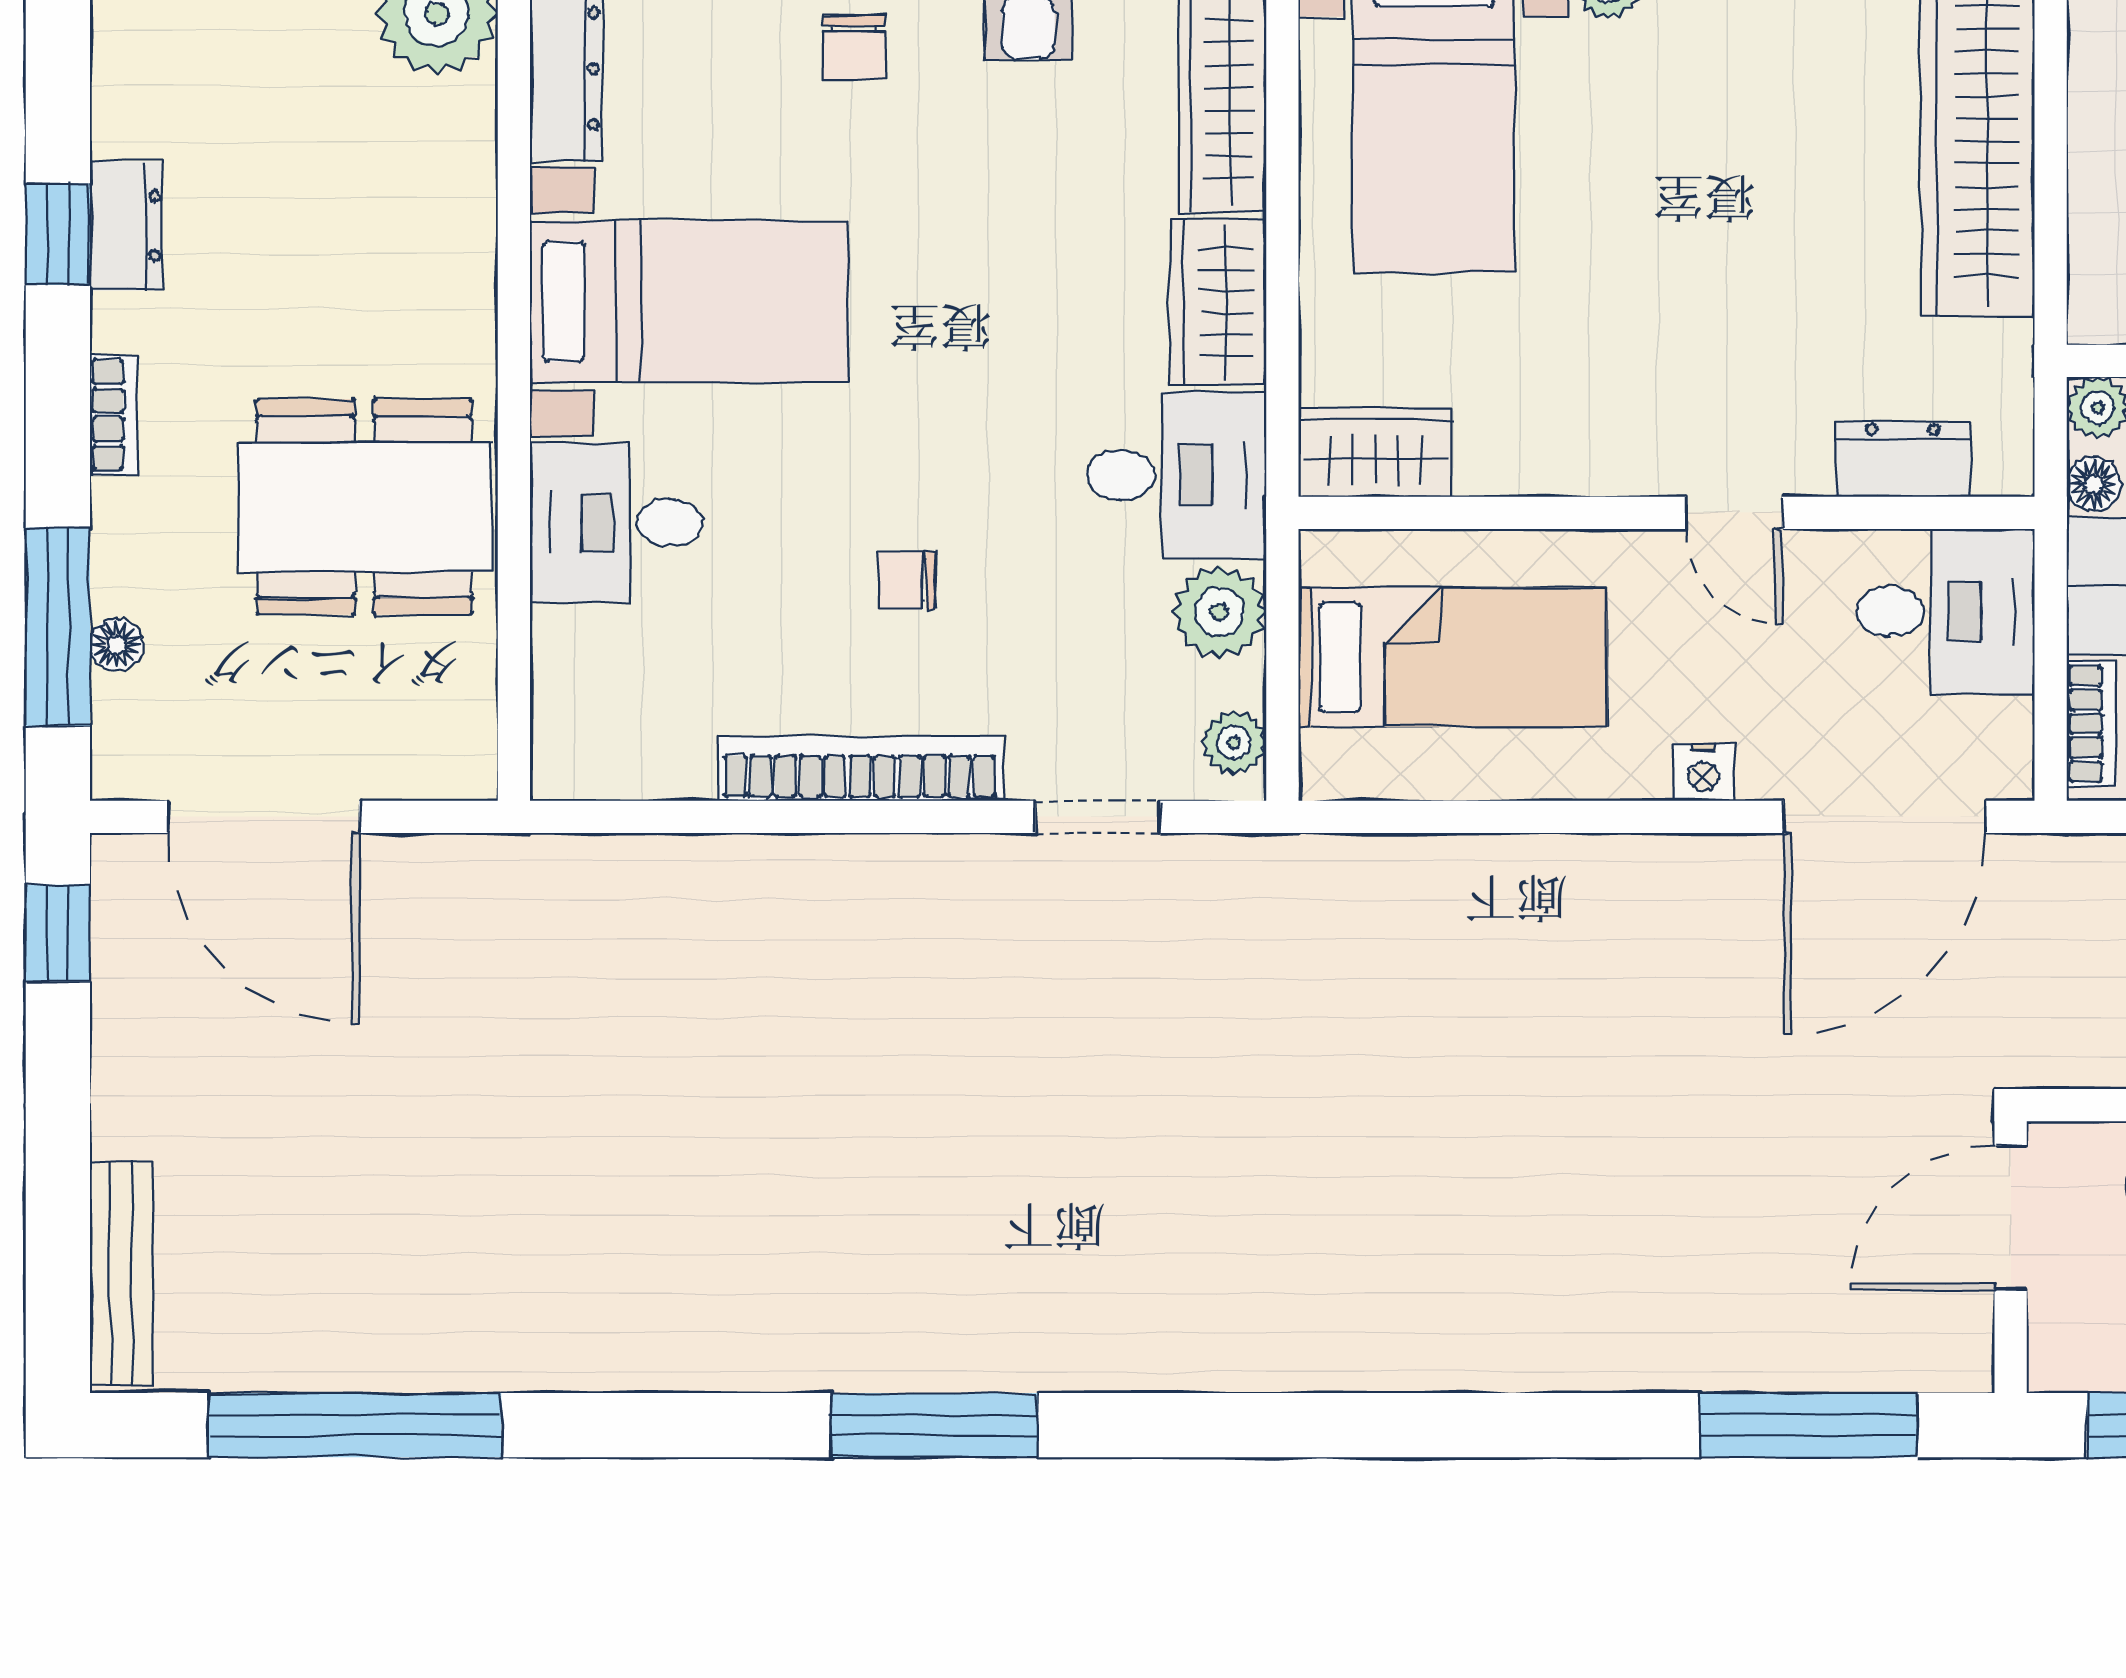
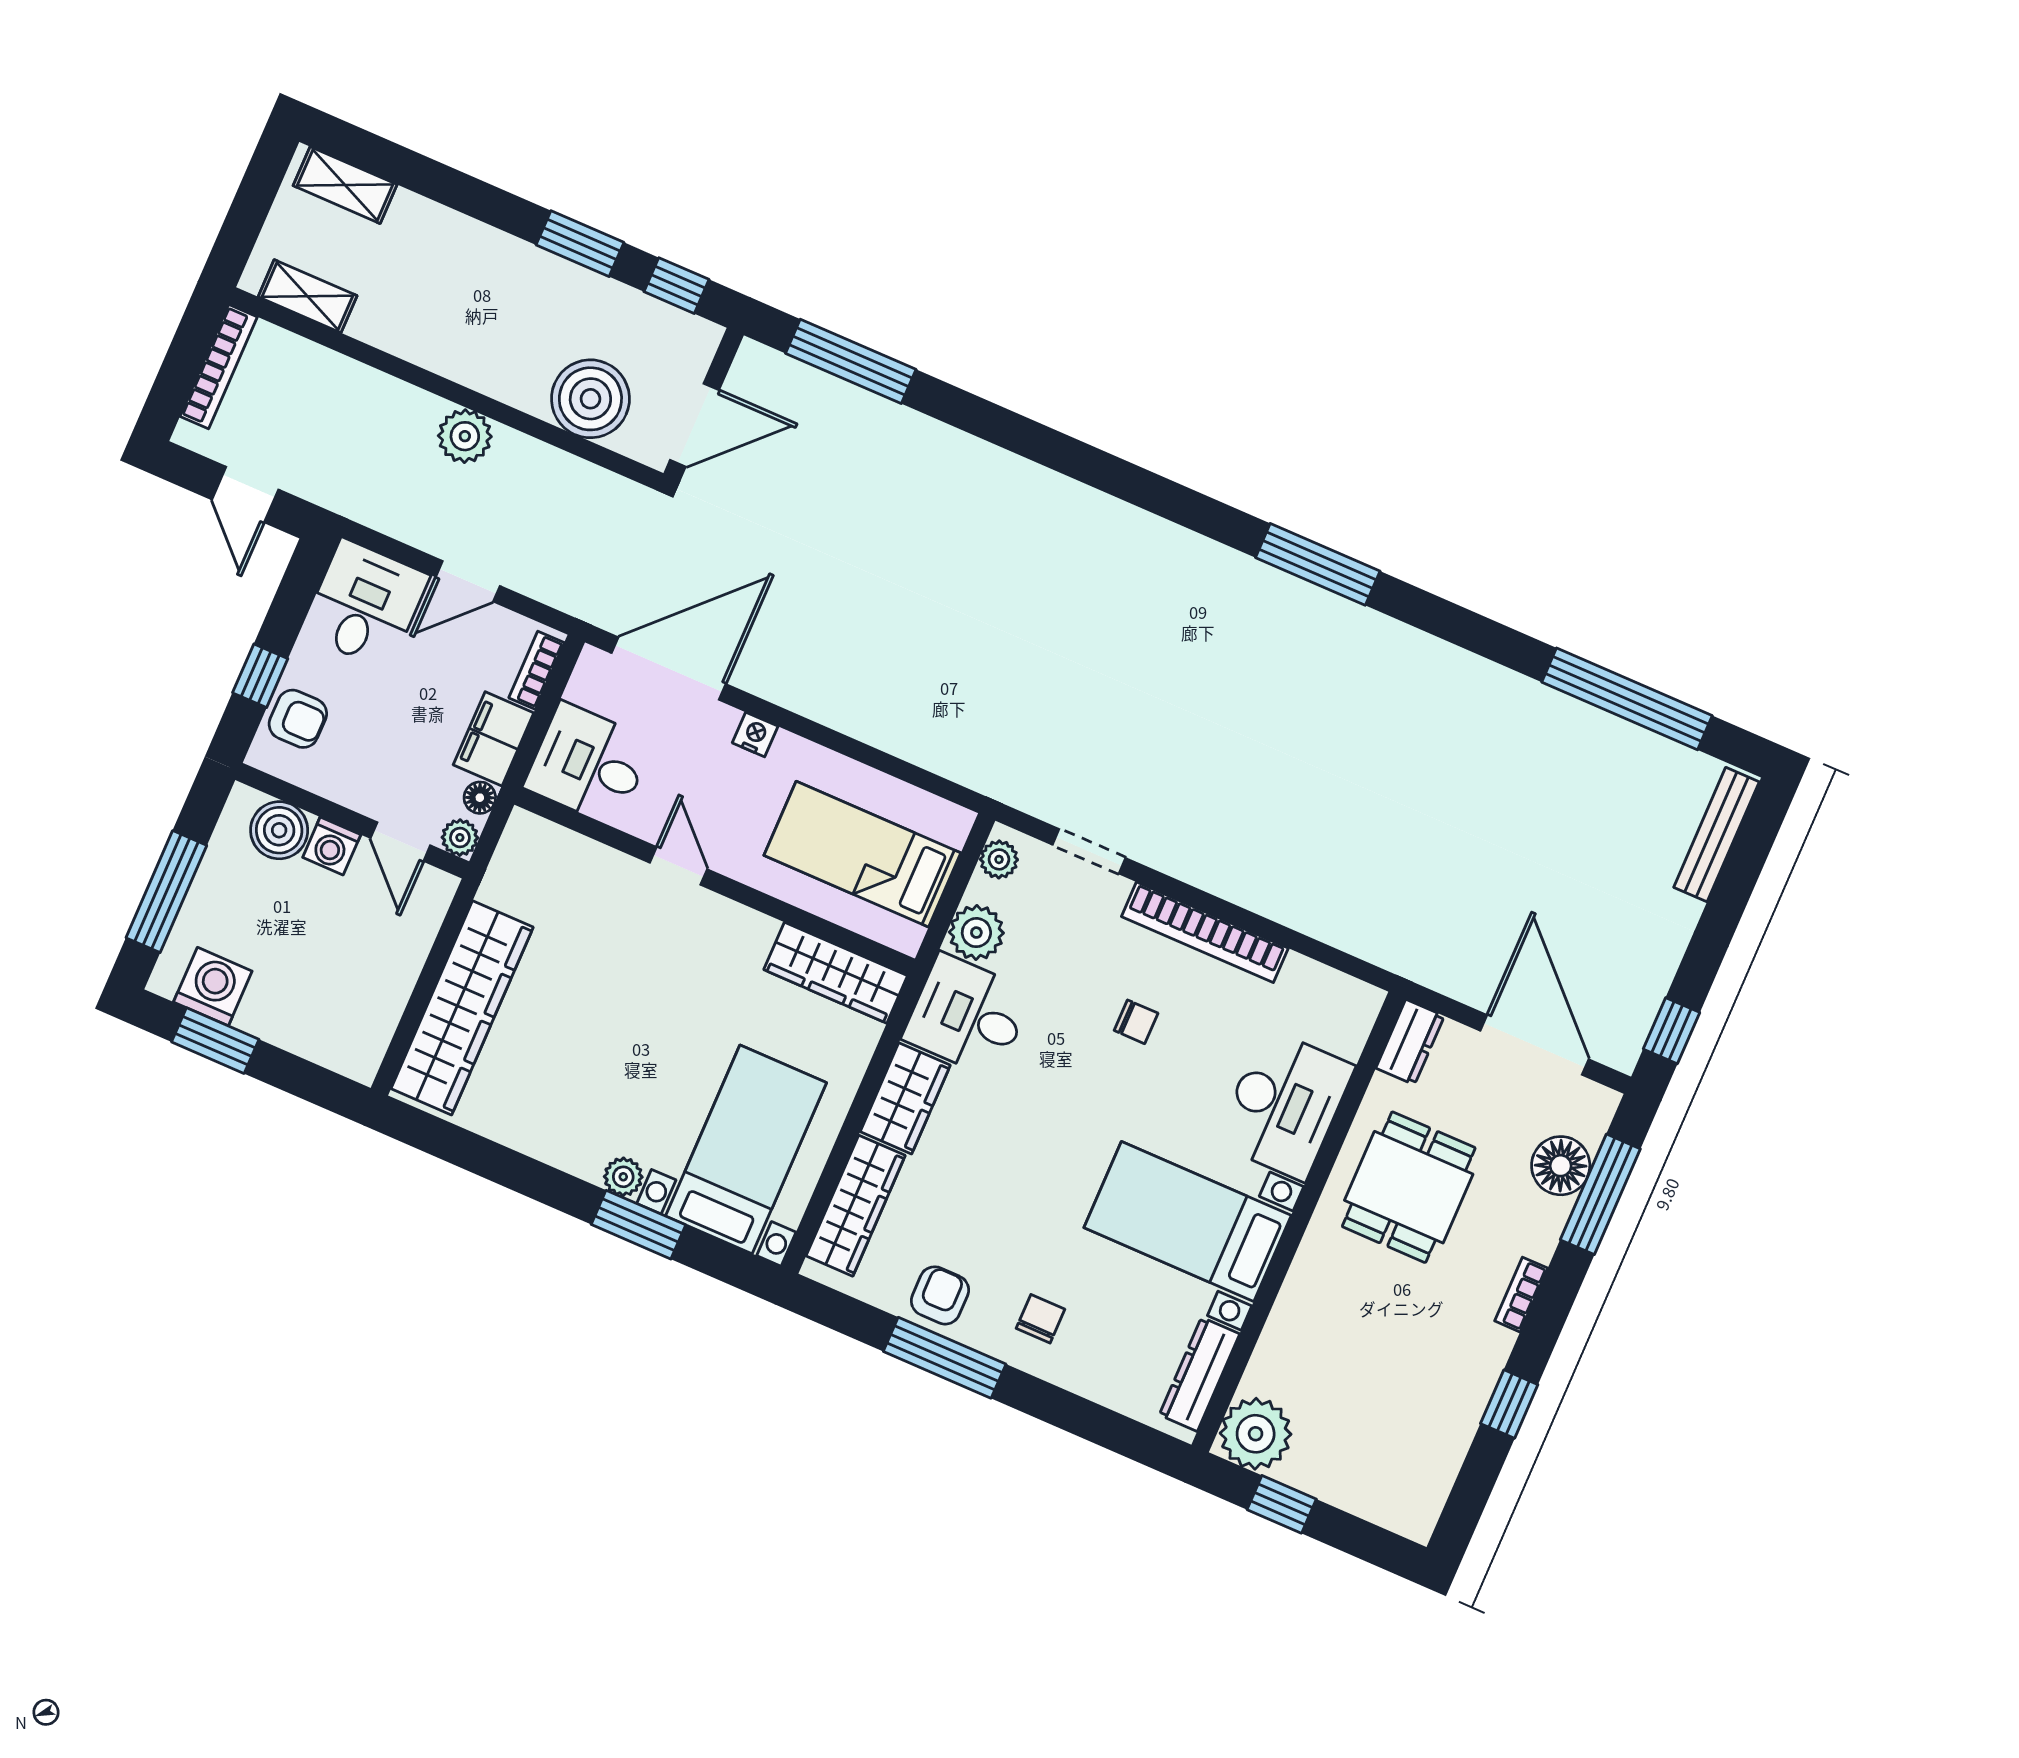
dresser: (126, 226) -> (1410, 1042), moved, turned 180
wardrobe: (1375, 452) -> (836, 973), width x1.50
dresser: (1903, 459) -> (576, 856), removed
dining table: (364, 507) -> (1409, 1187), width x0.73
desk: (616, 522) -> (1285, 1104), width x1.37
floor lamp: (116, 645) -> (1561, 1166), width x1.89, depth x1.89

